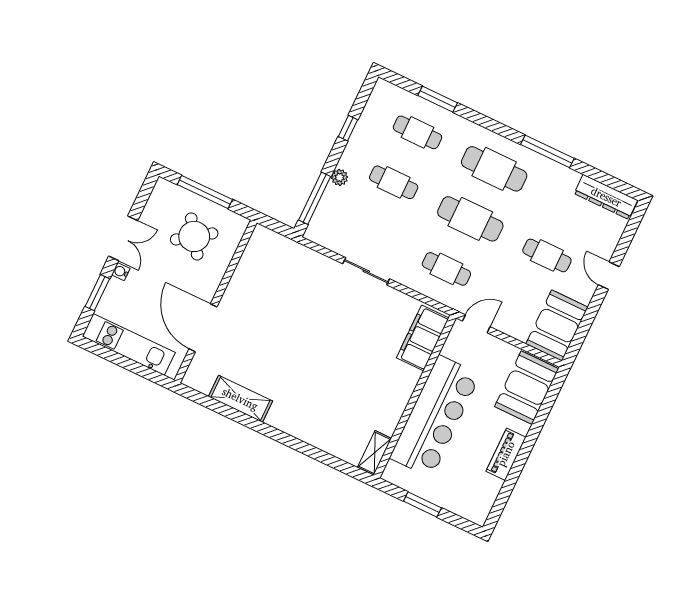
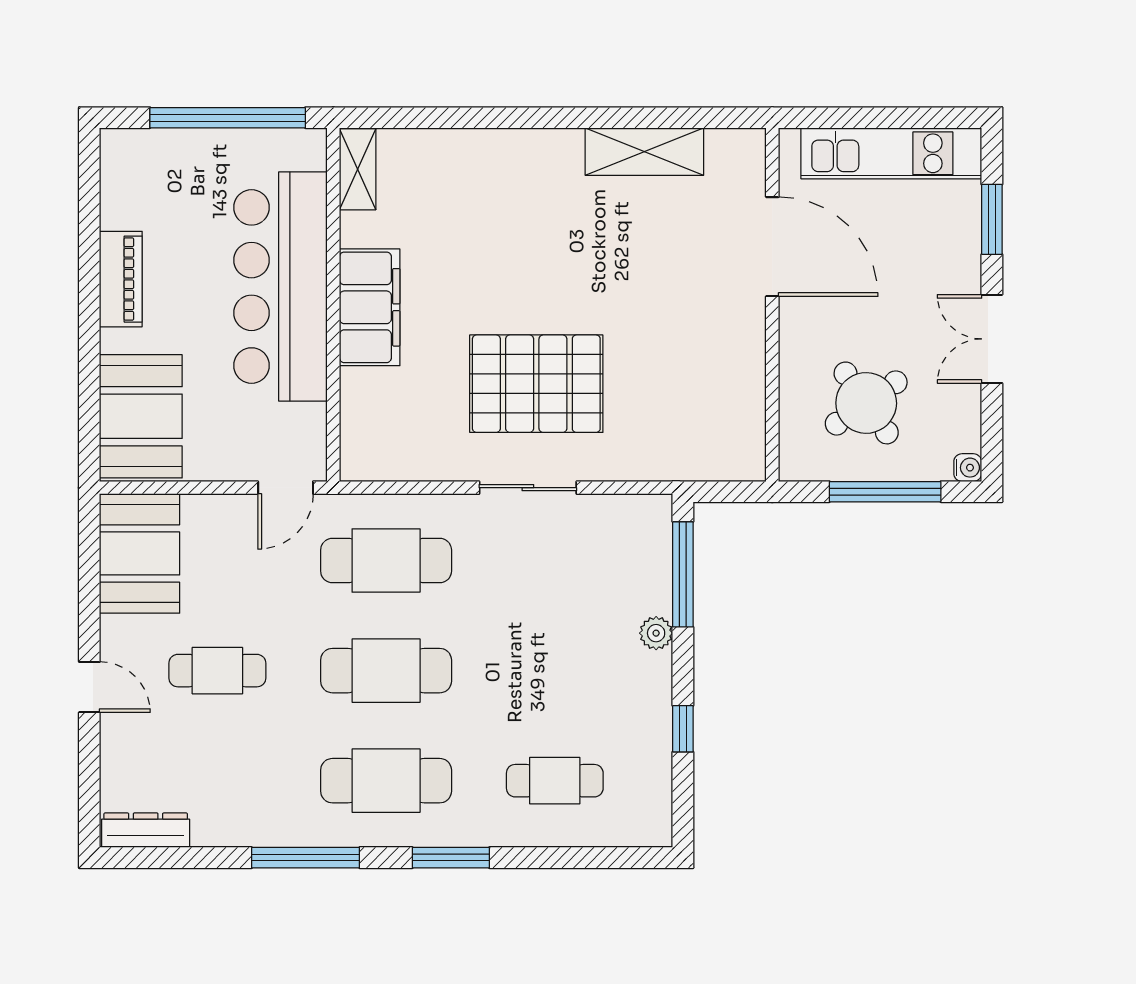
window: (438, 99) -> (451, 858), moved
cafe table: (394, 182) -> (555, 671), removed
dresser: (606, 197) -> (146, 830), width x0.73, depth x0.80
cafe table: (446, 269) -> (386, 561), width x1.37, depth x1.35
water cooler: (121, 272) -> (968, 468), moved
pallet: (340, 317) -> (536, 384), added
filing cabinet: (423, 338) -> (370, 307), moved
window: (422, 504) -> (228, 118), width x2.11

